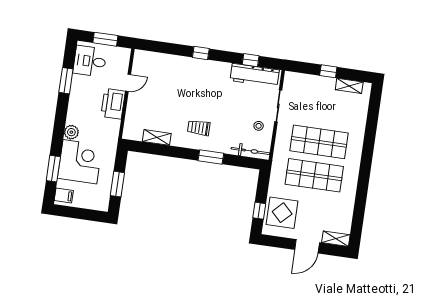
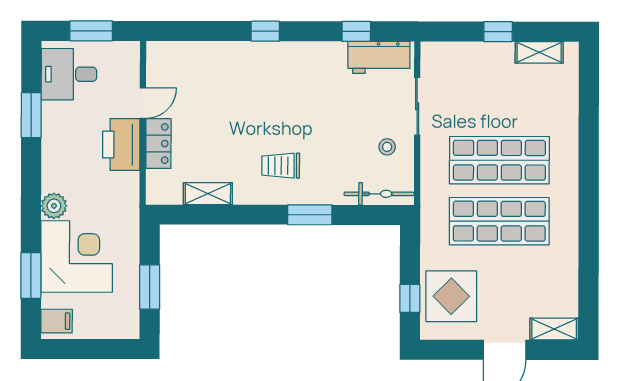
workbench: (255, 75) -> (379, 57), width x0.73
locker: (133, 106) -> (158, 144), added

